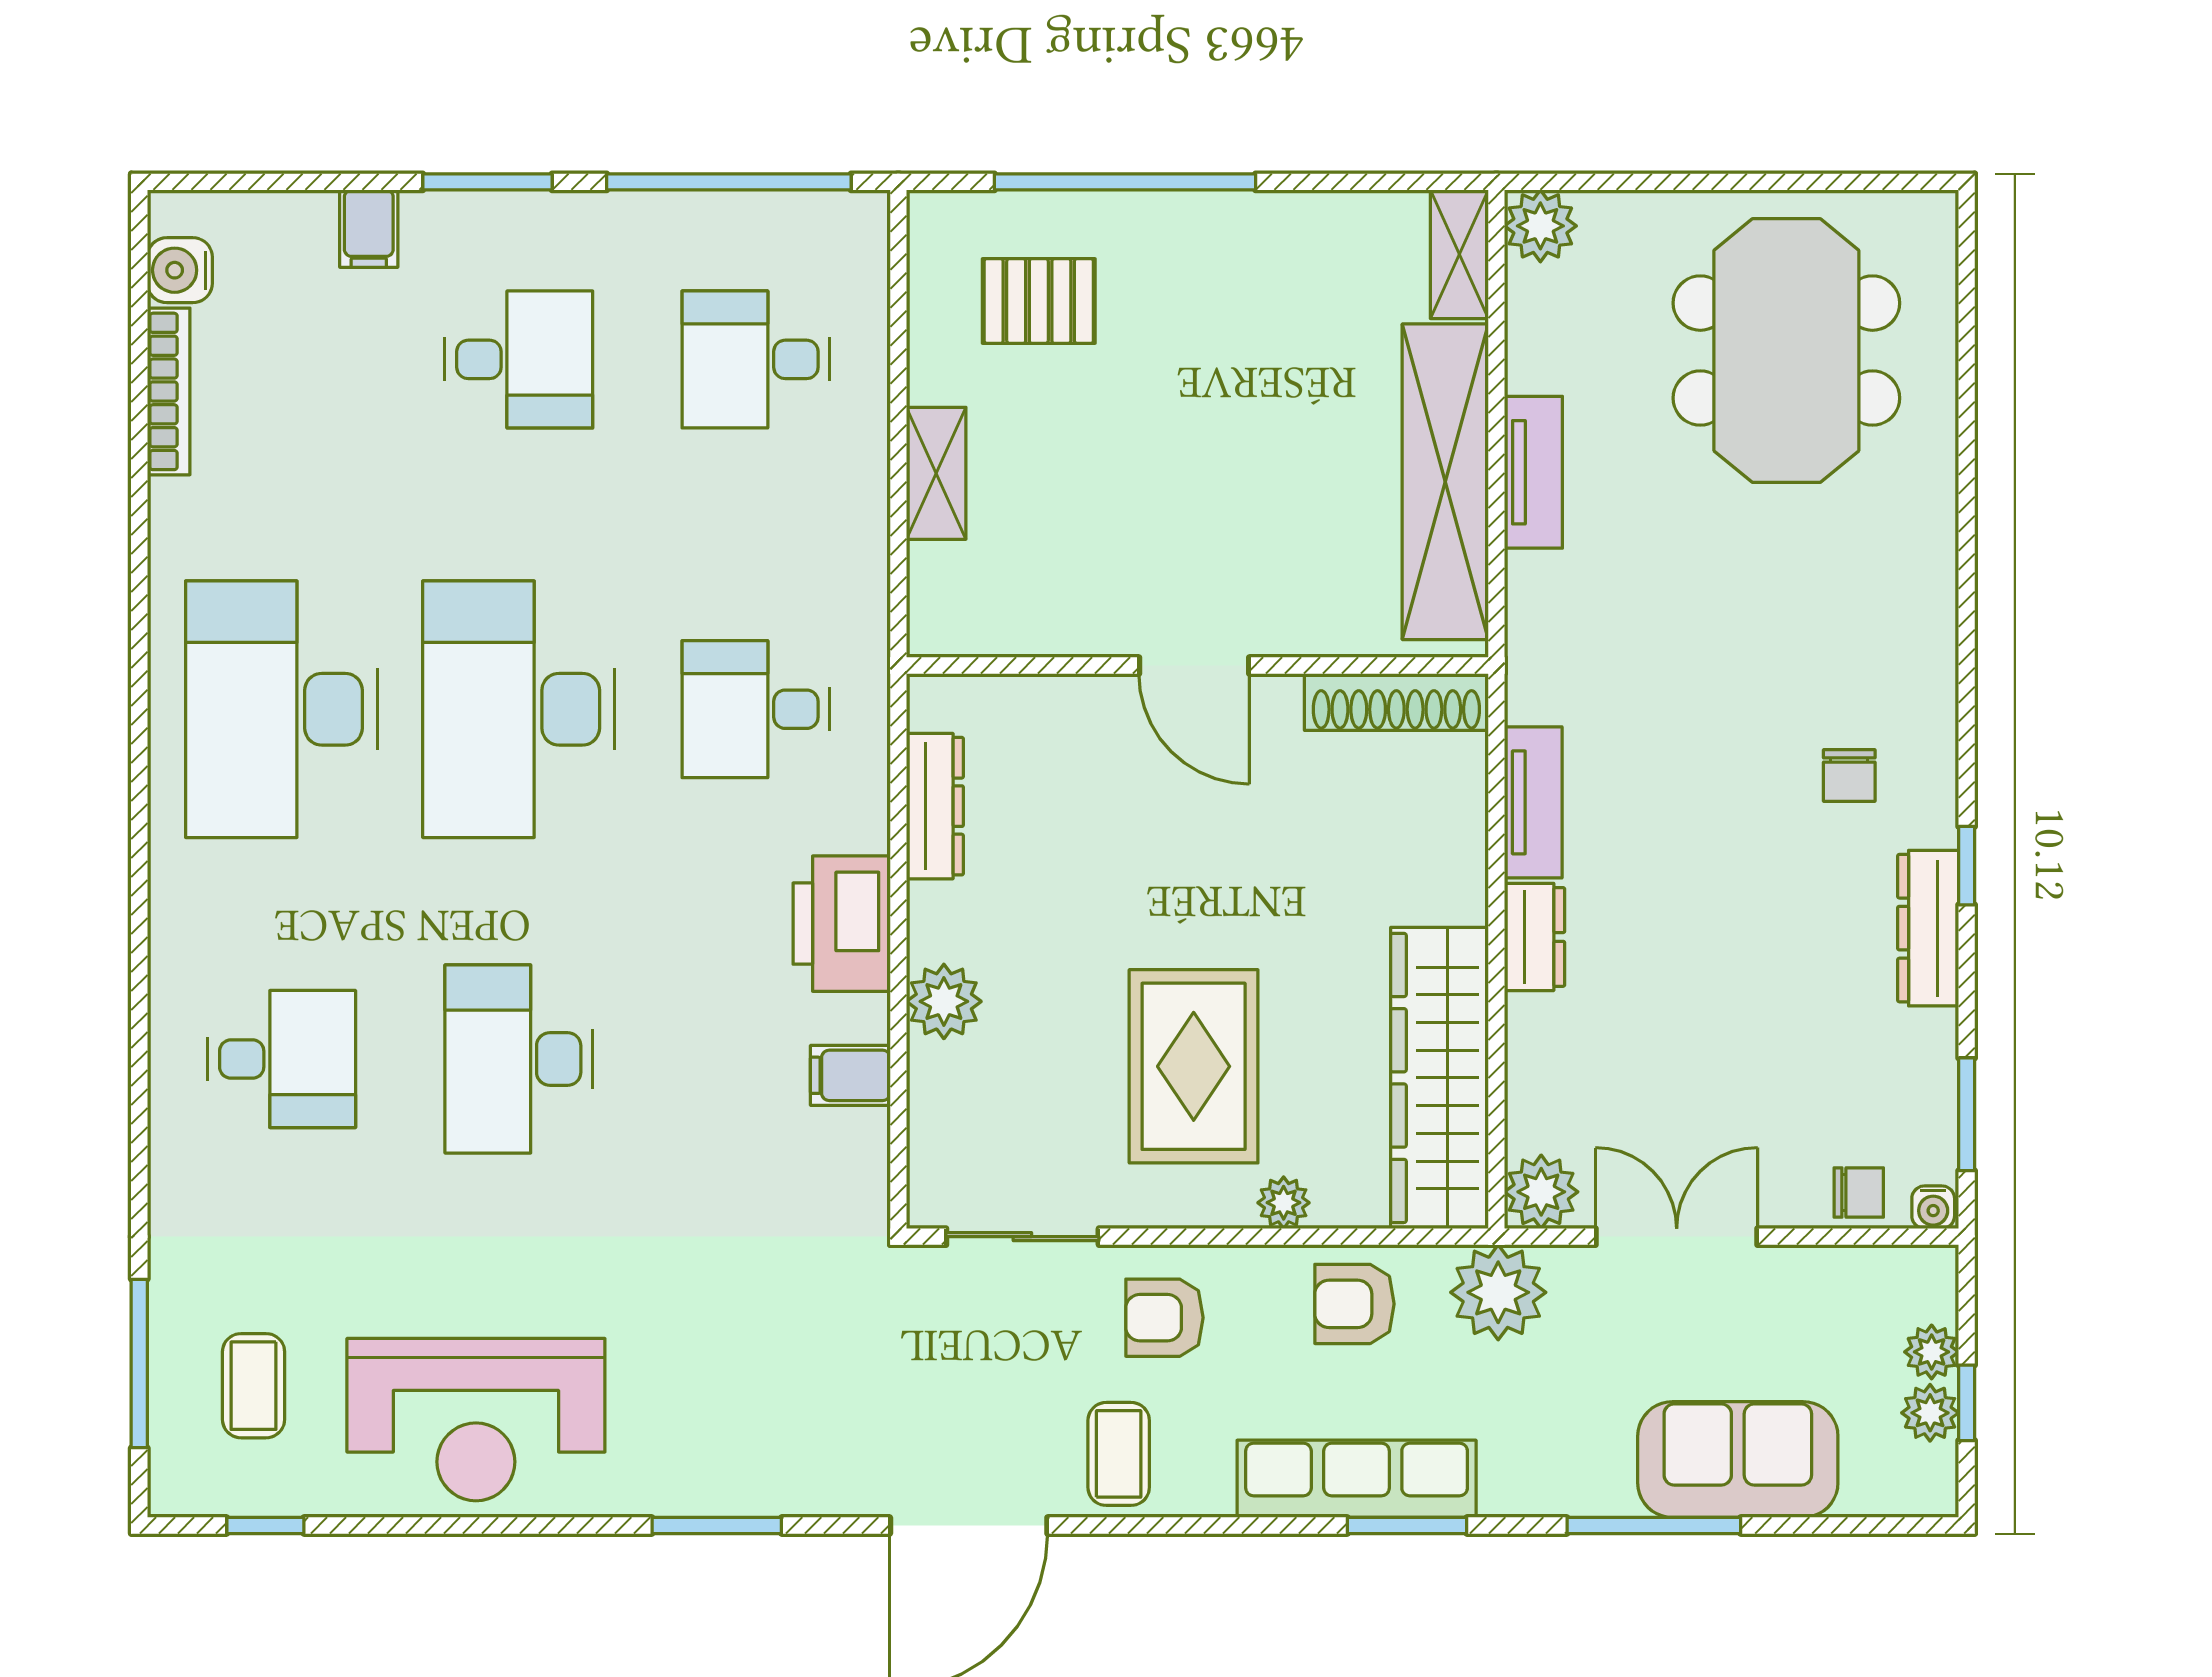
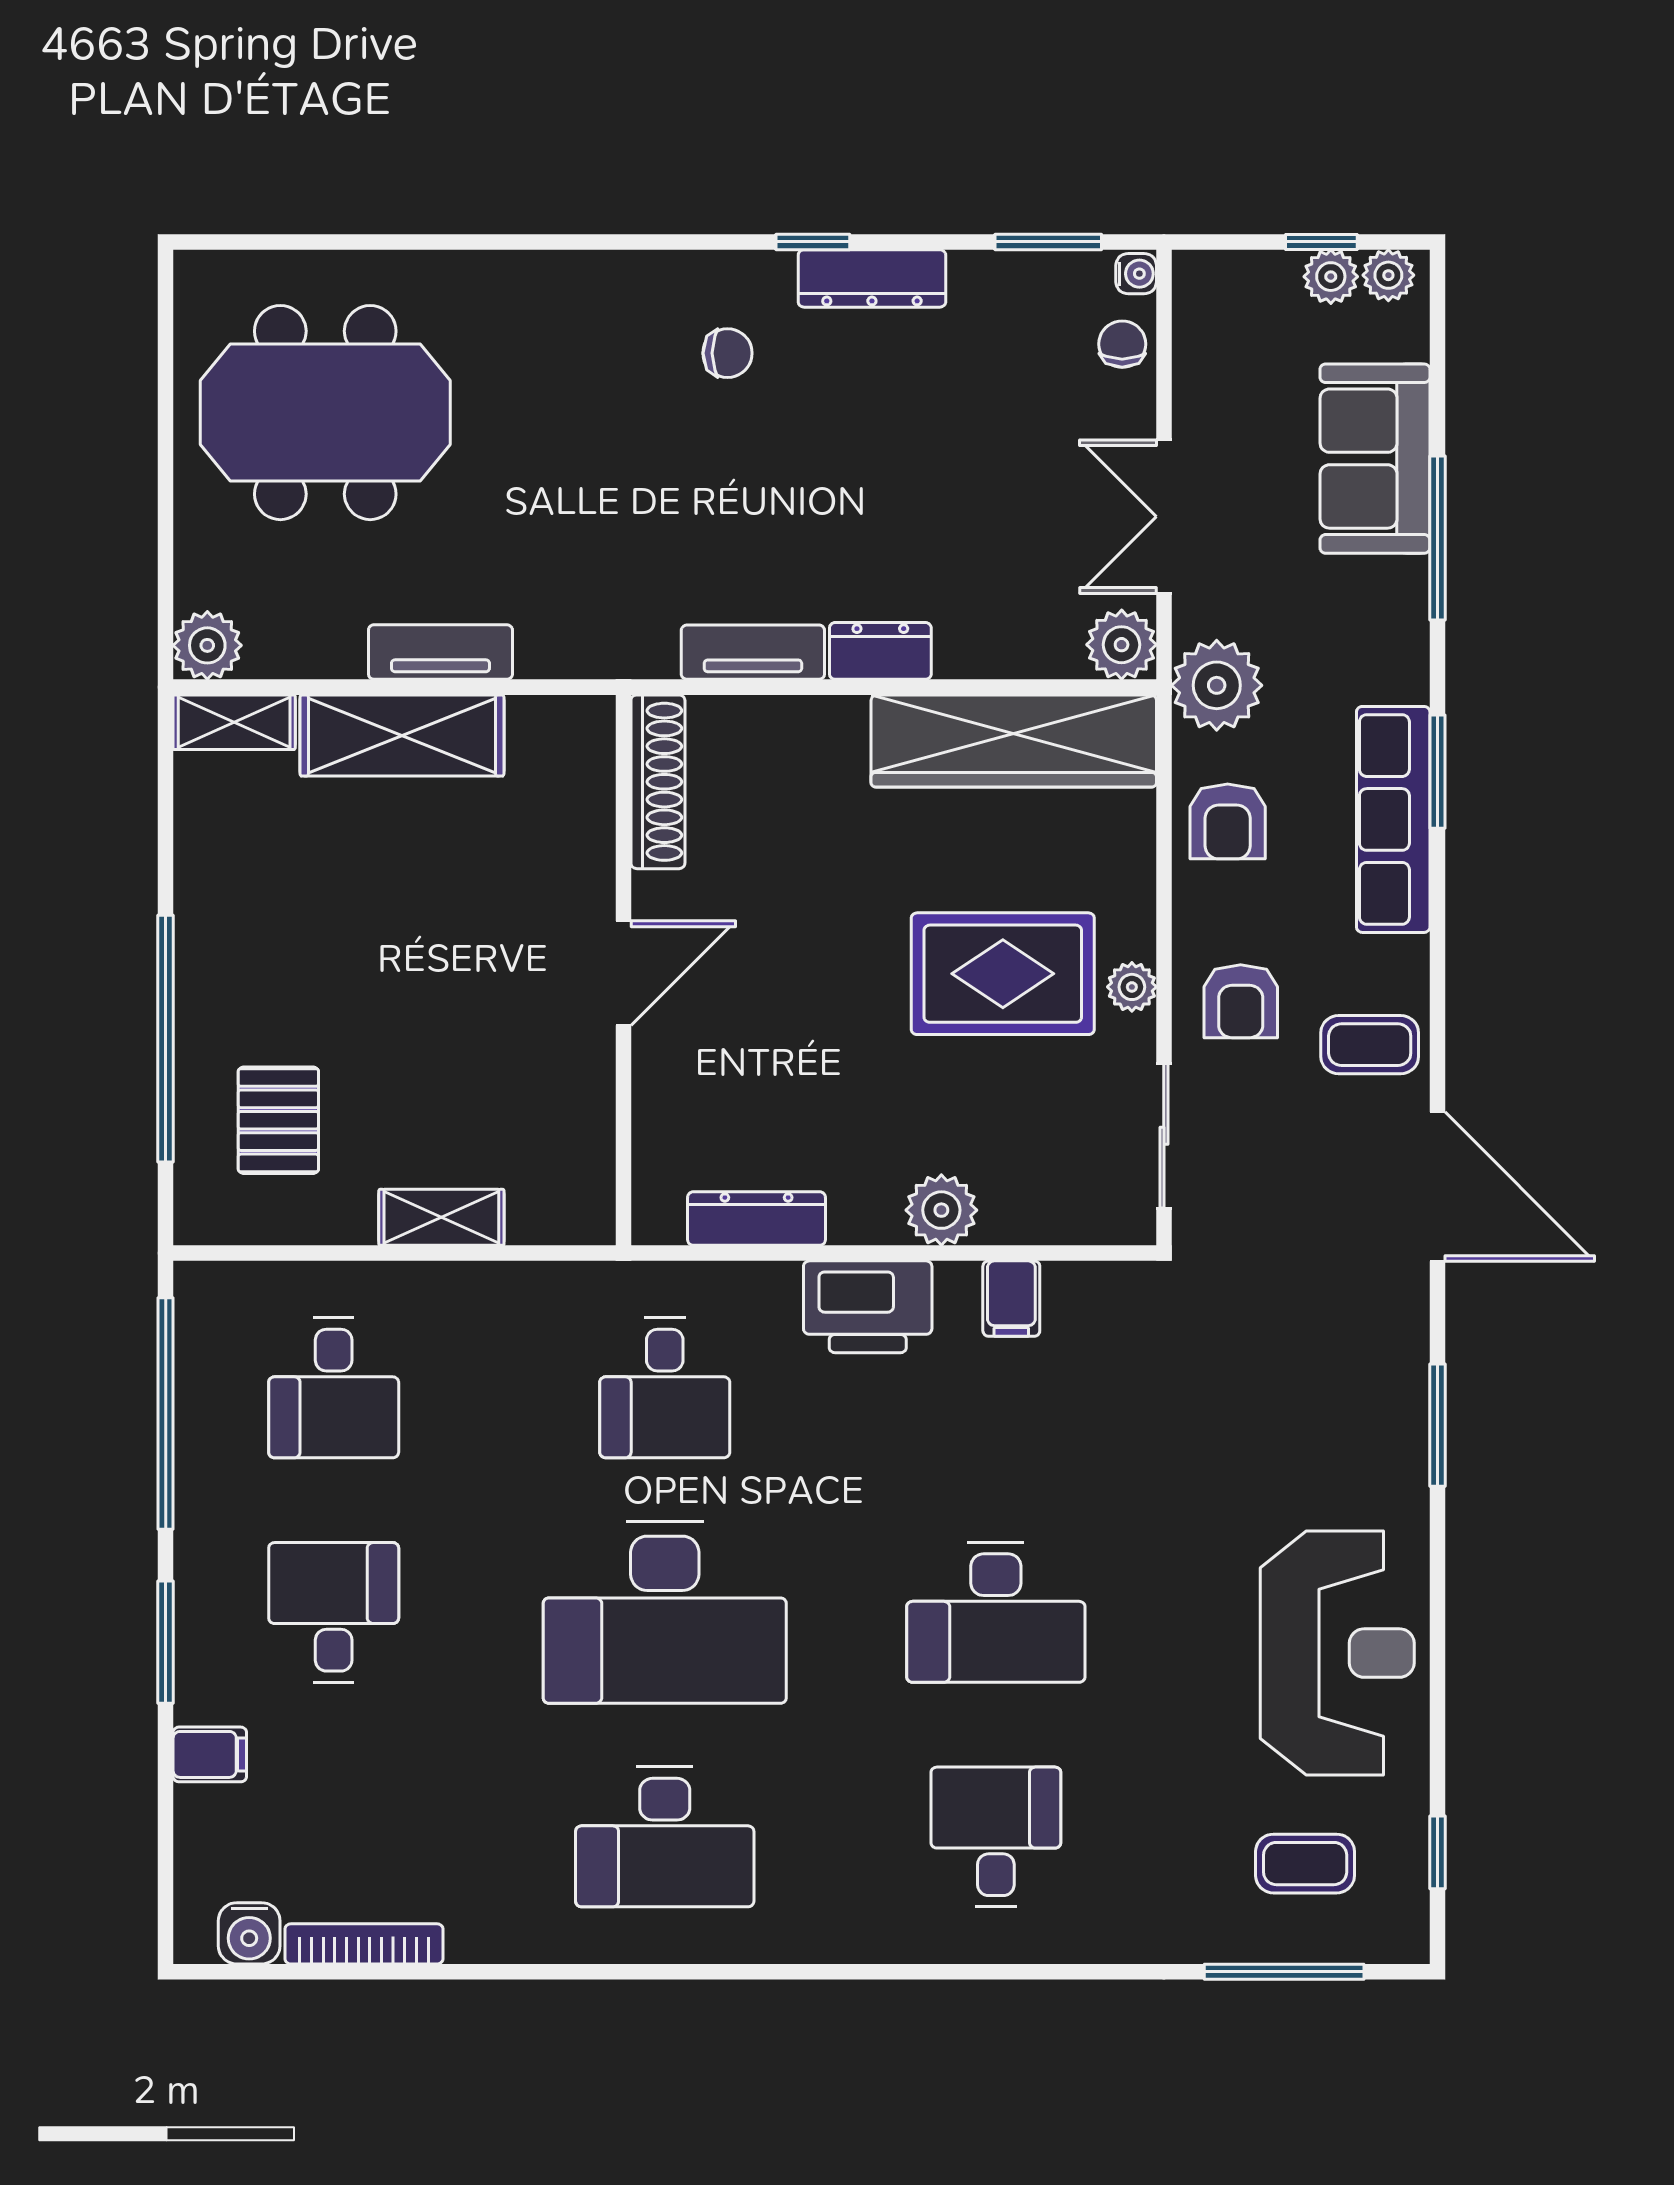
shelving: (1445, 482) -> (402, 735), width x0.68
desk: (282, 709) -> (665, 1837), width x0.73, depth x0.77
plant: (1284, 1203) -> (1132, 987), moved
plant: (1932, 1352) -> (1388, 275), moved

